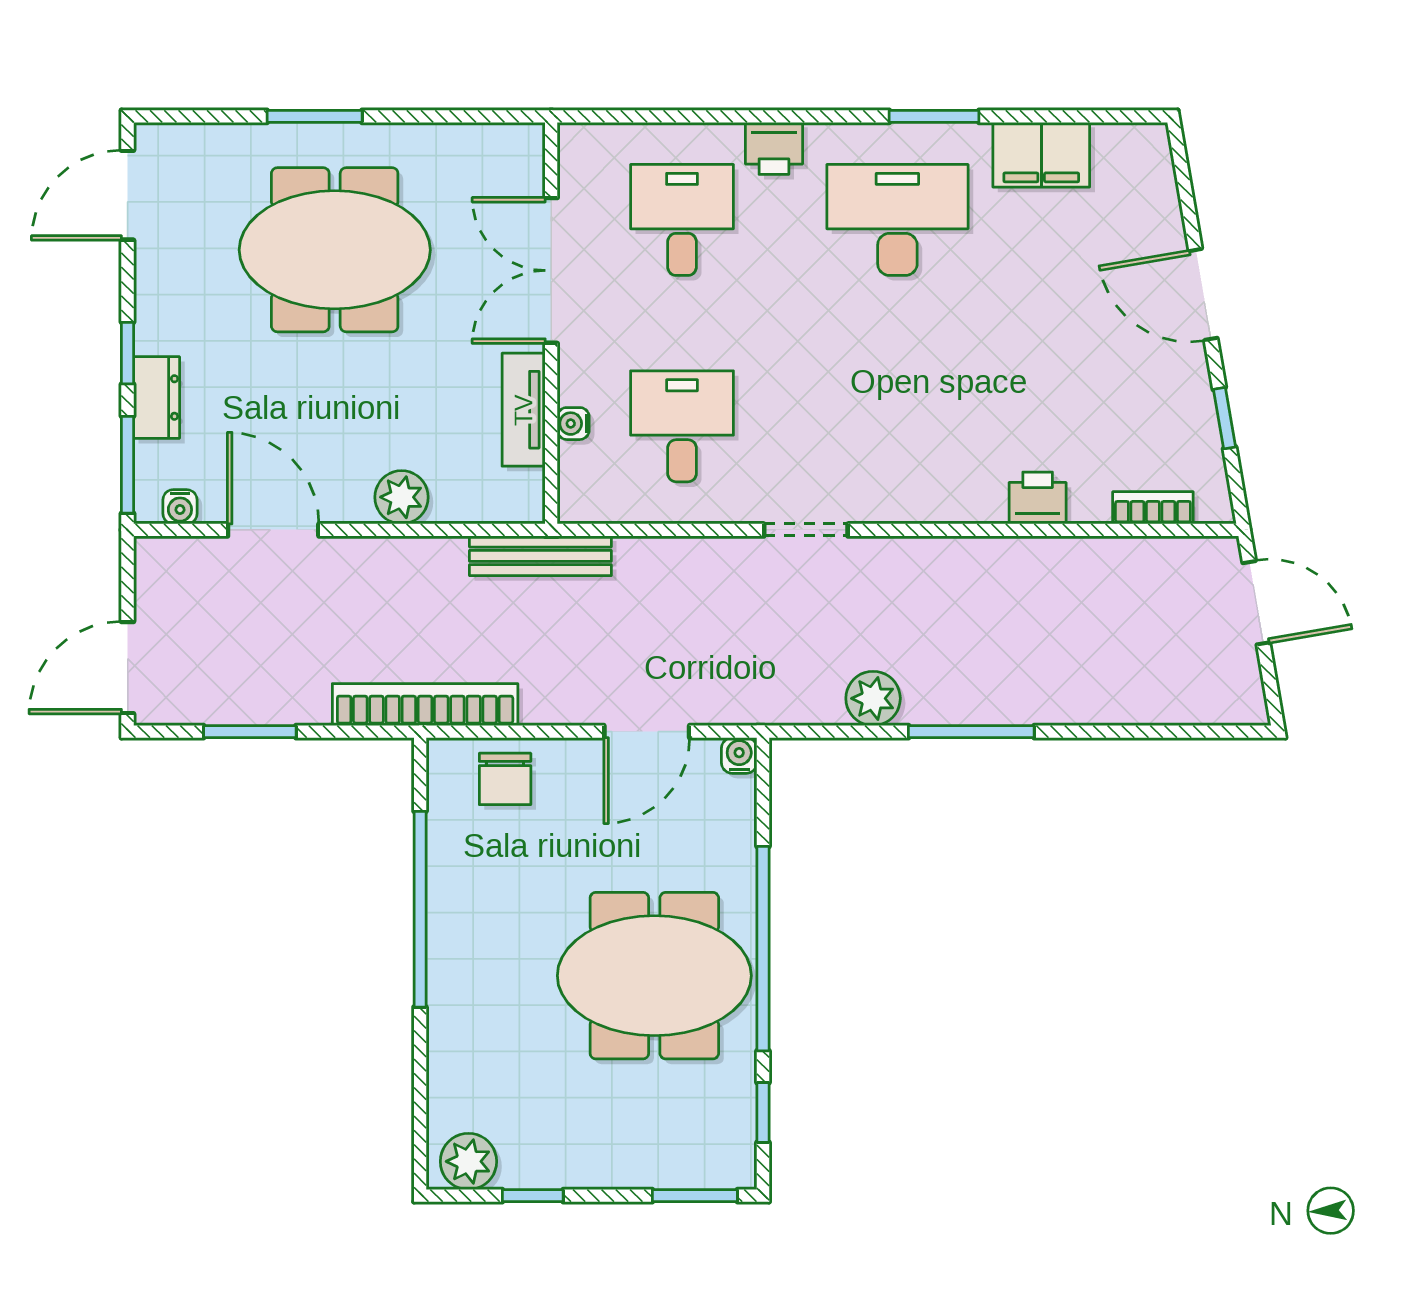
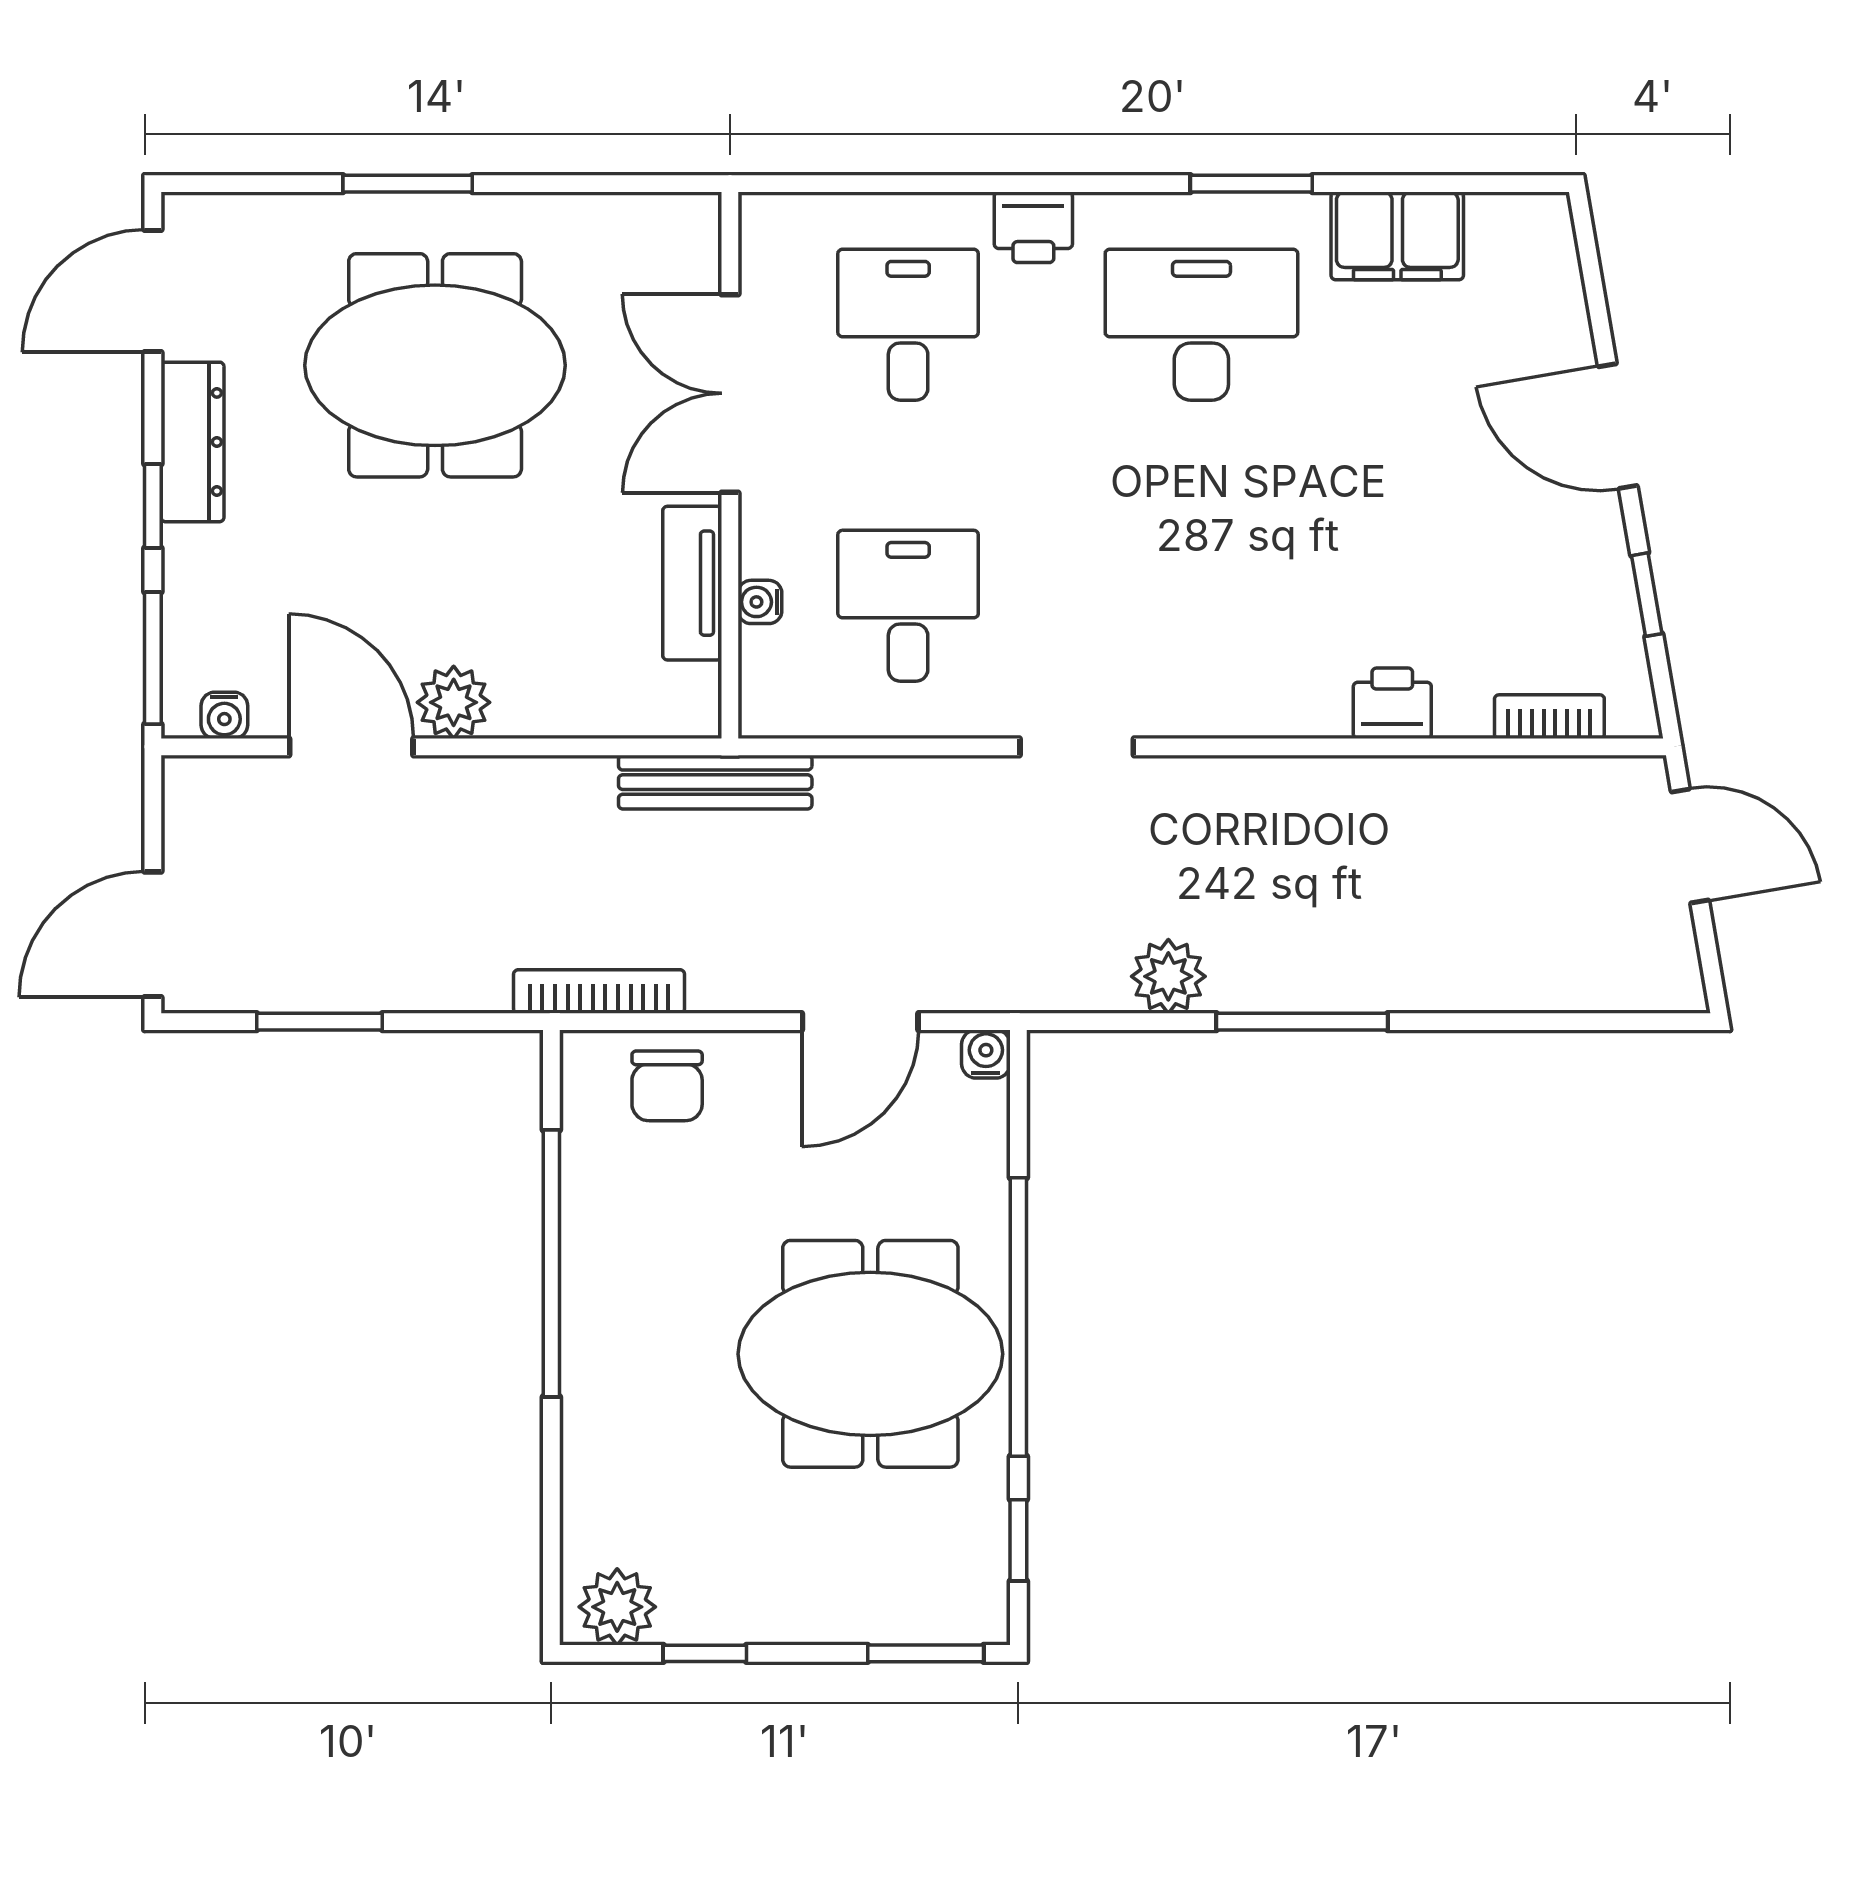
dresser: (157, 398) -> (192, 442), moved, width x1.44
plant: (402, 497) -> (454, 702), moved
bookcase: (425, 705) -> (599, 992), width x0.68, depth x0.76

